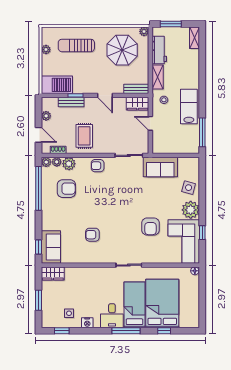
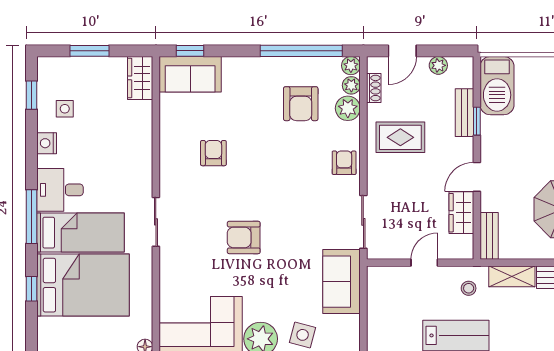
wardrobe: (138, 104) -> (461, 213), moved
armchair: (150, 227) -> (244, 237), moved

